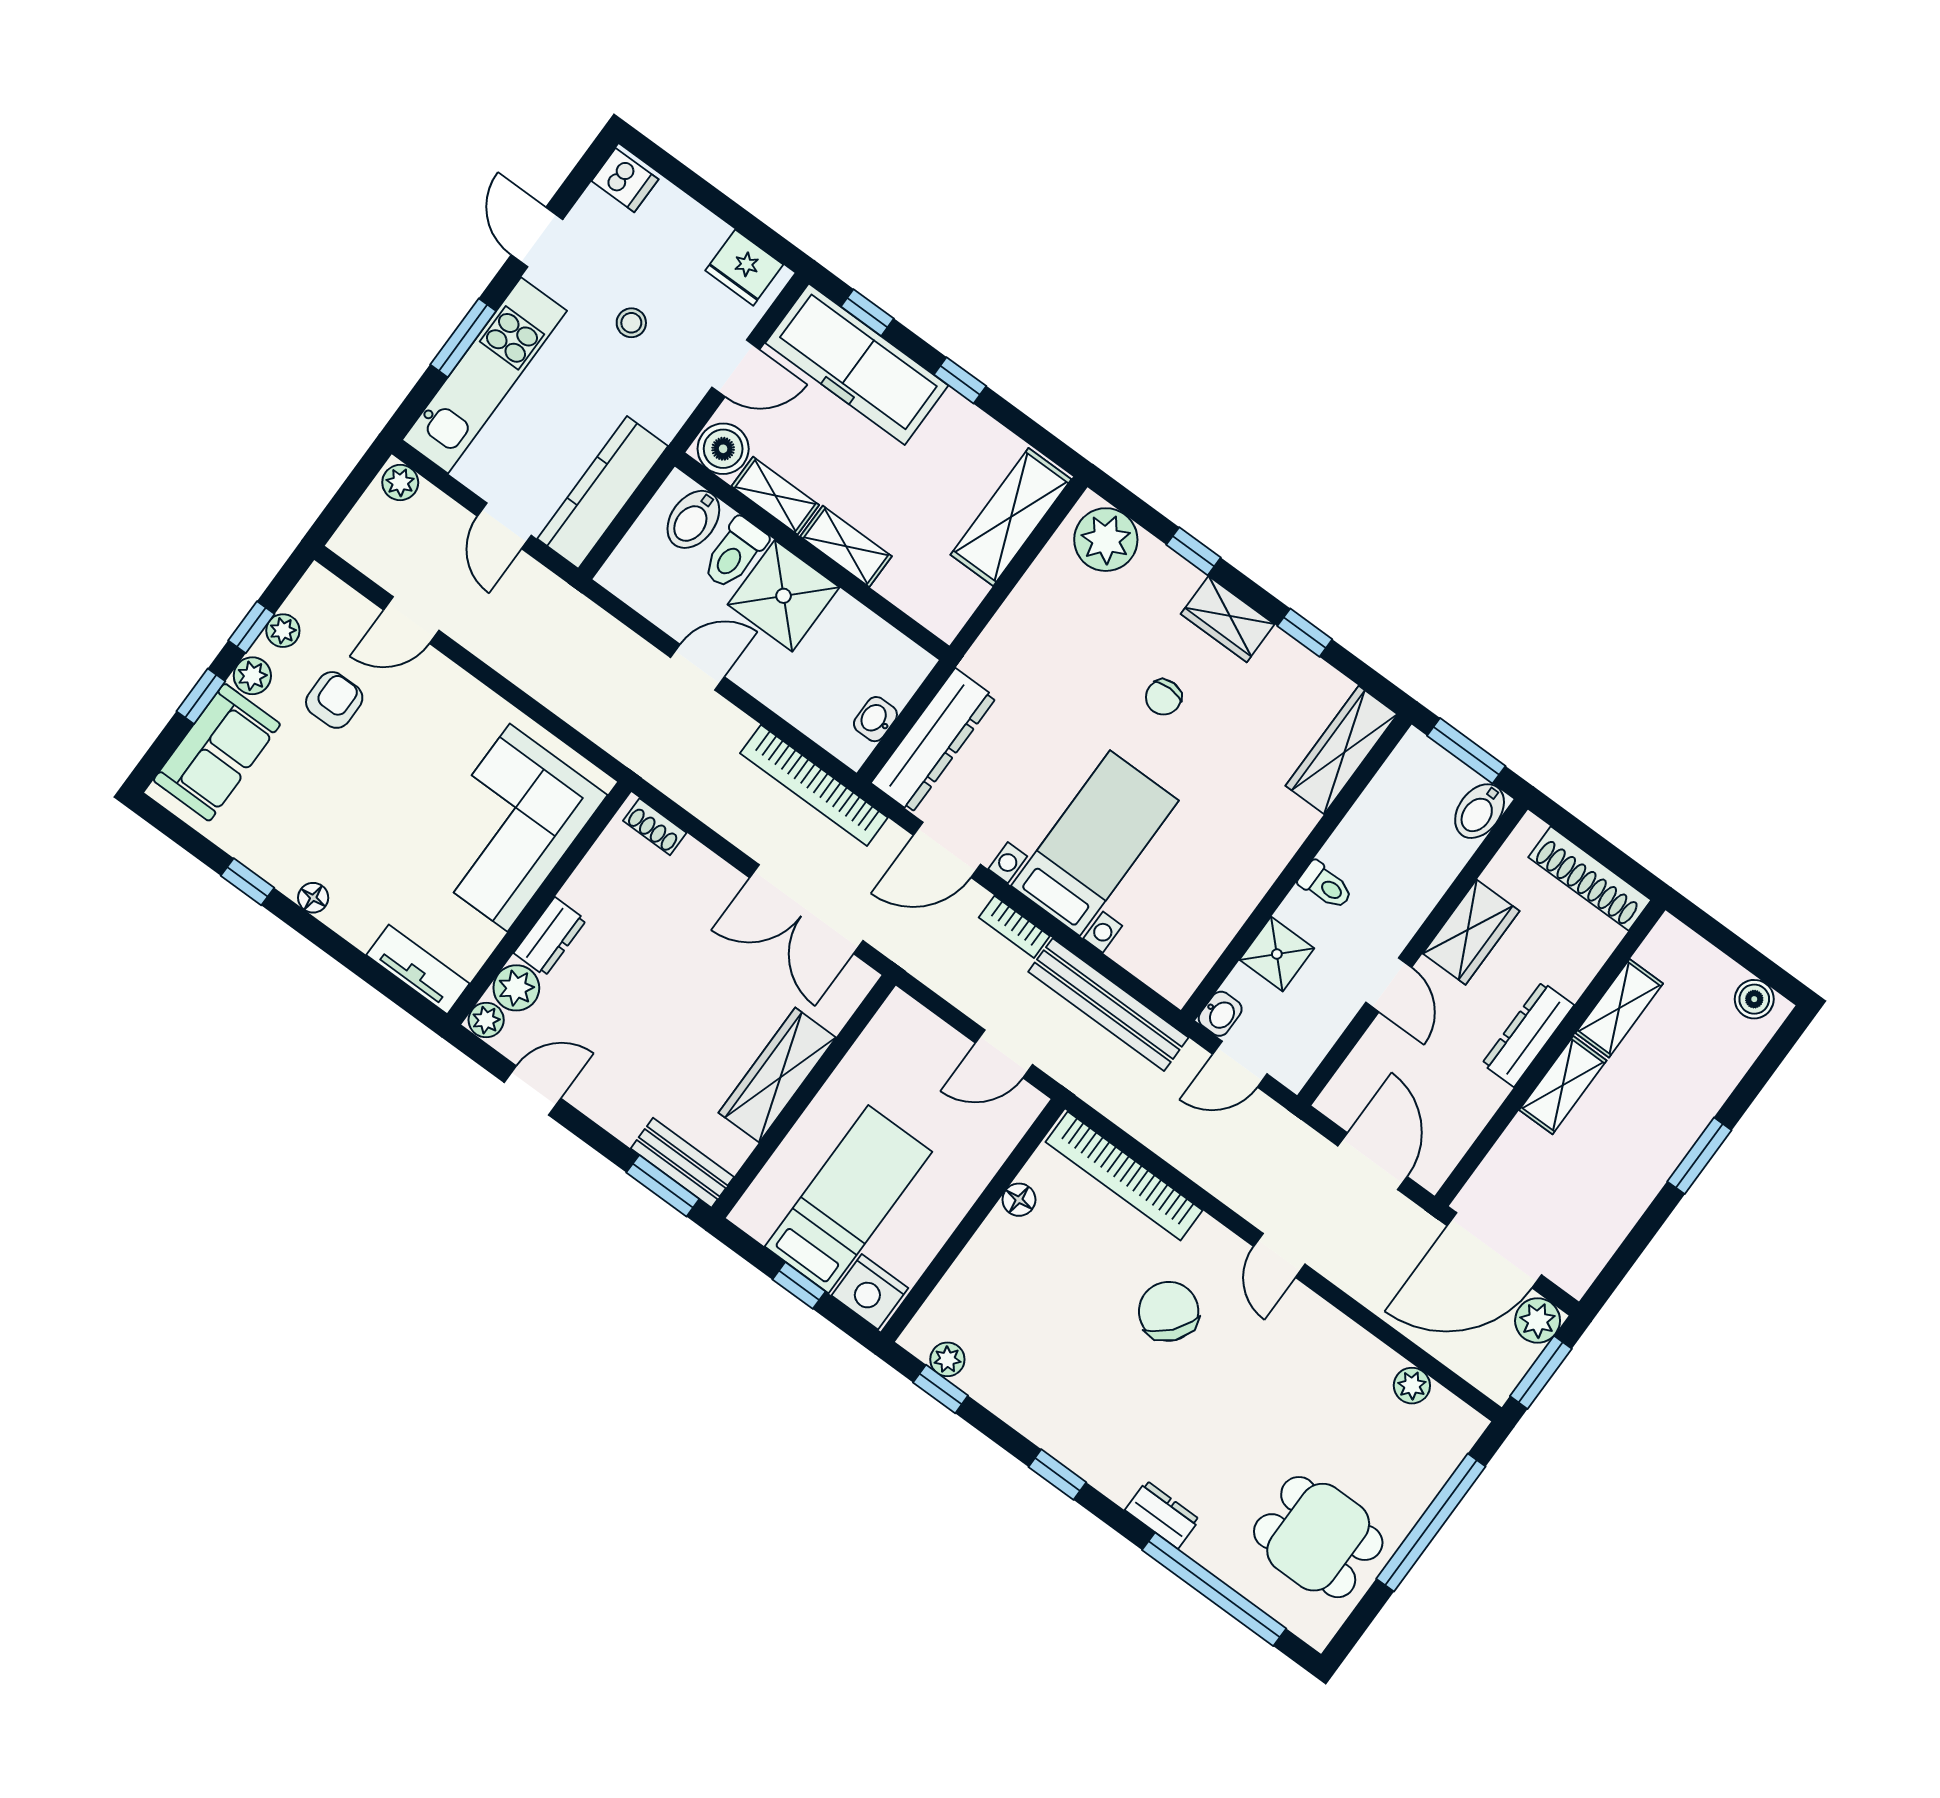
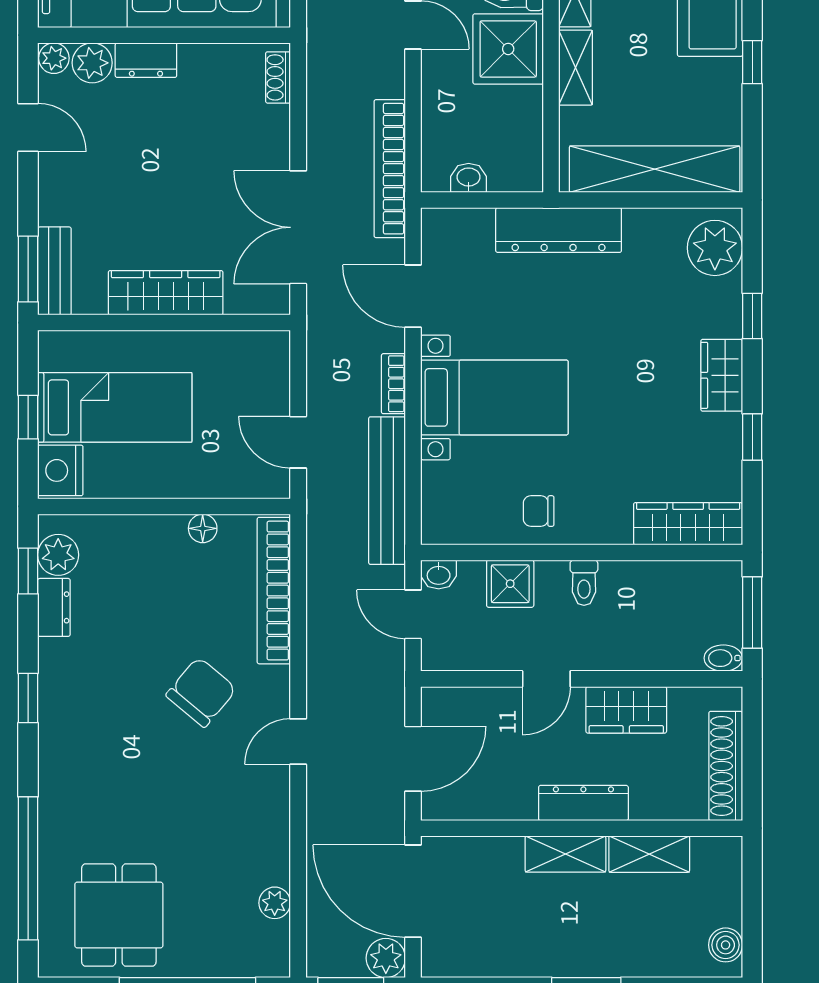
shelving: (1011, 517) -> (655, 169), width x1.47
chair: (1163, 697) -> (539, 511), moved
dresser: (934, 740) -> (559, 230), moved
bidet: (1480, 811) -> (723, 658), width x0.72, depth x0.74
plant: (947, 1359) -> (58, 555), width x1.38, depth x1.38
dresser: (1162, 1515) -> (54, 607), moved

